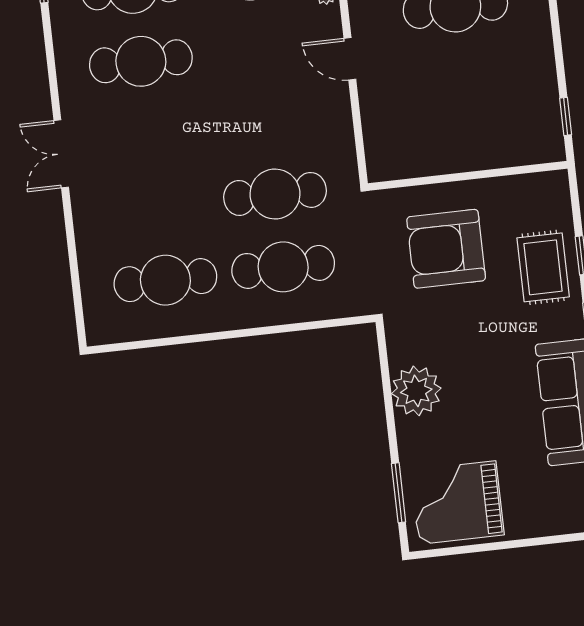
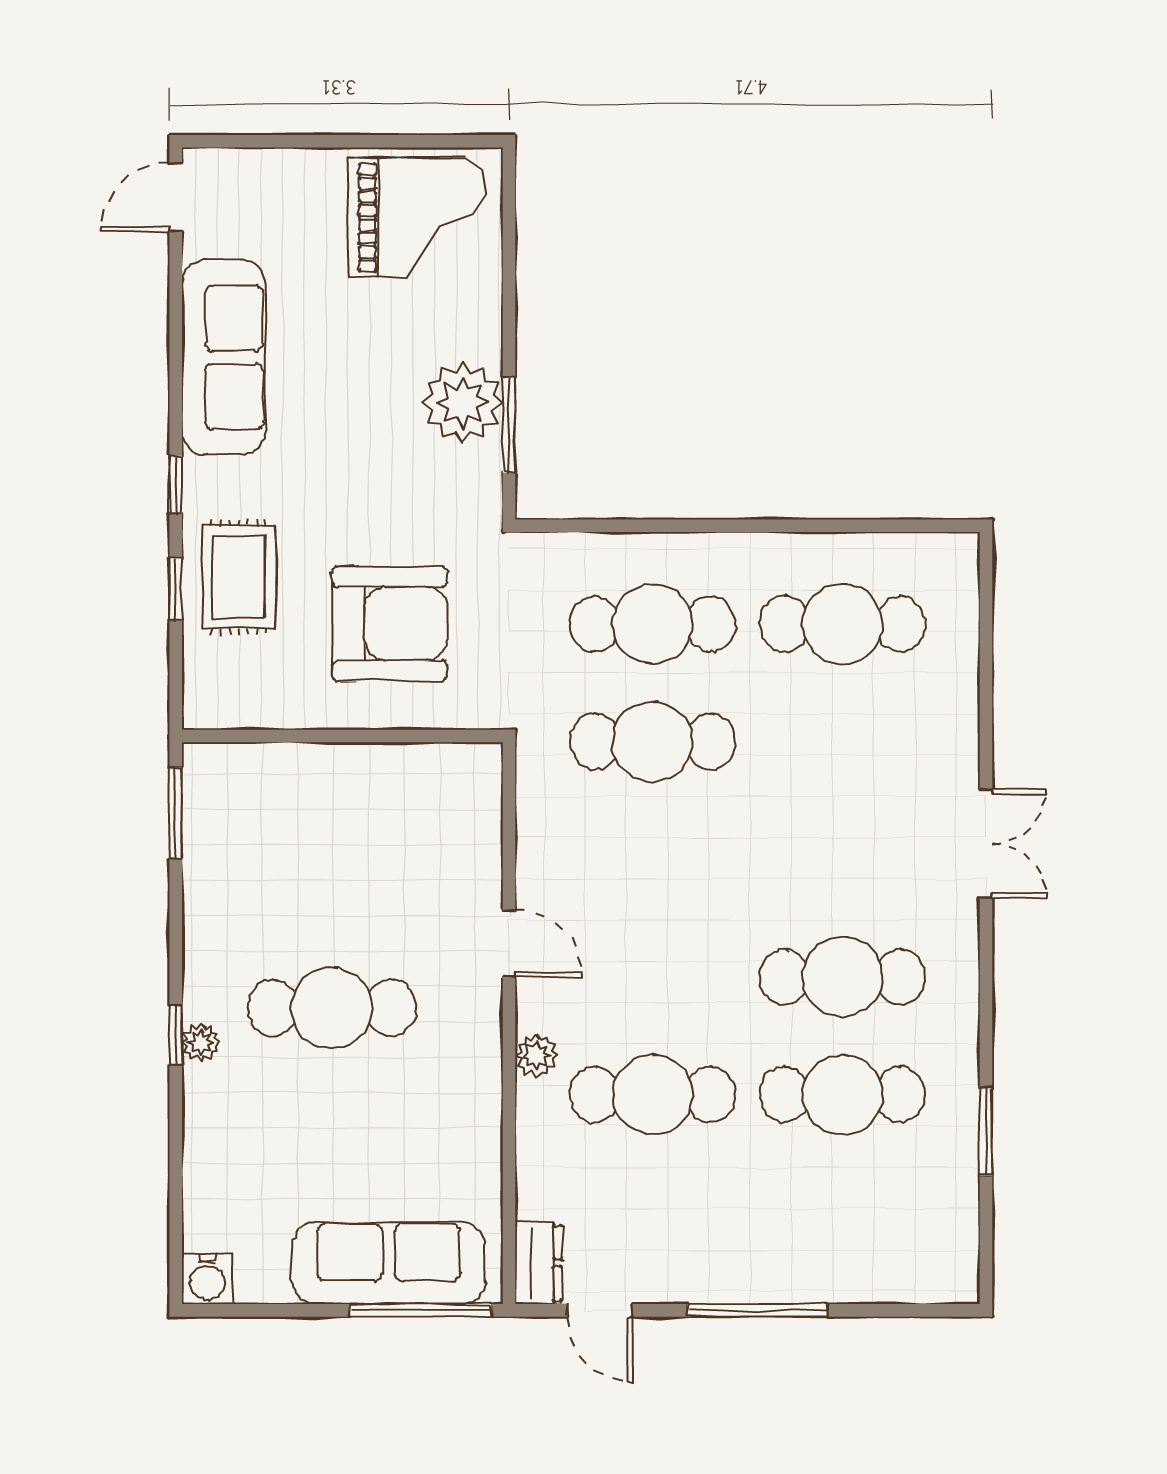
window: (566, 116) -> (176, 813), width x1.50
window: (399, 493) -> (509, 425), moved

